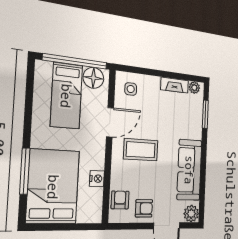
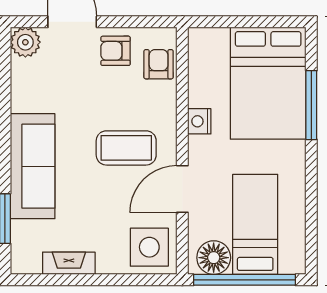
plant: (194, 88) -> (30, 264), removed
side table: (131, 89) -> (149, 247), width x1.87, depth x1.87
sofa: (189, 170) -> (33, 166), moved
nightstand: (97, 179) -> (199, 121), moved
armchair: (120, 200) -> (159, 64), turned 180

